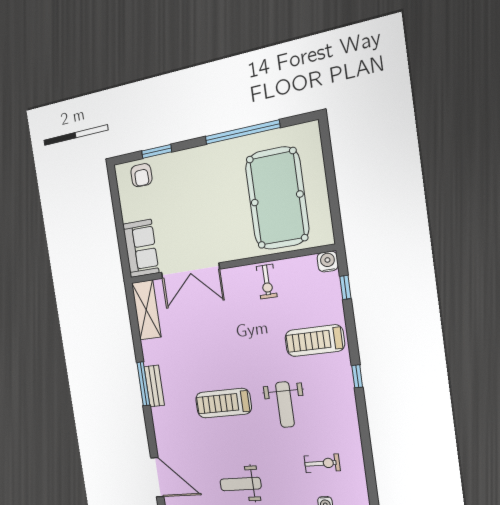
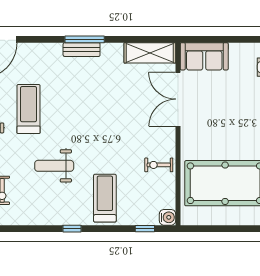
treadmill: (223, 403) -> (29, 109), moved

